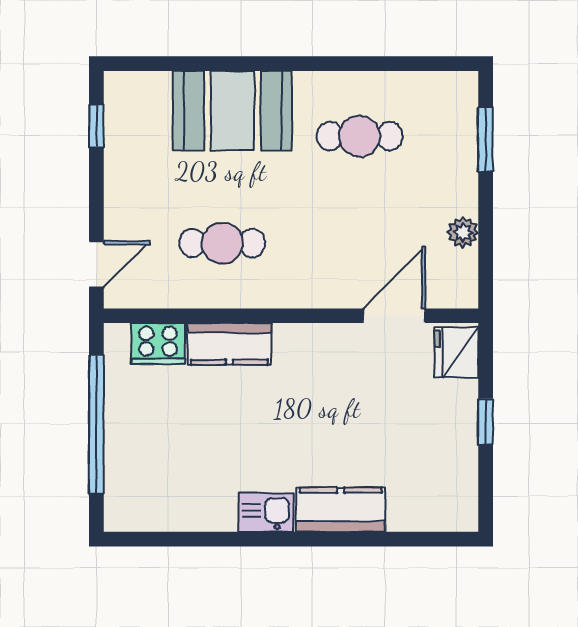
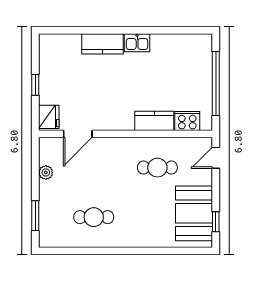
booth: (233, 111) -> (194, 213), moved, turned 90

